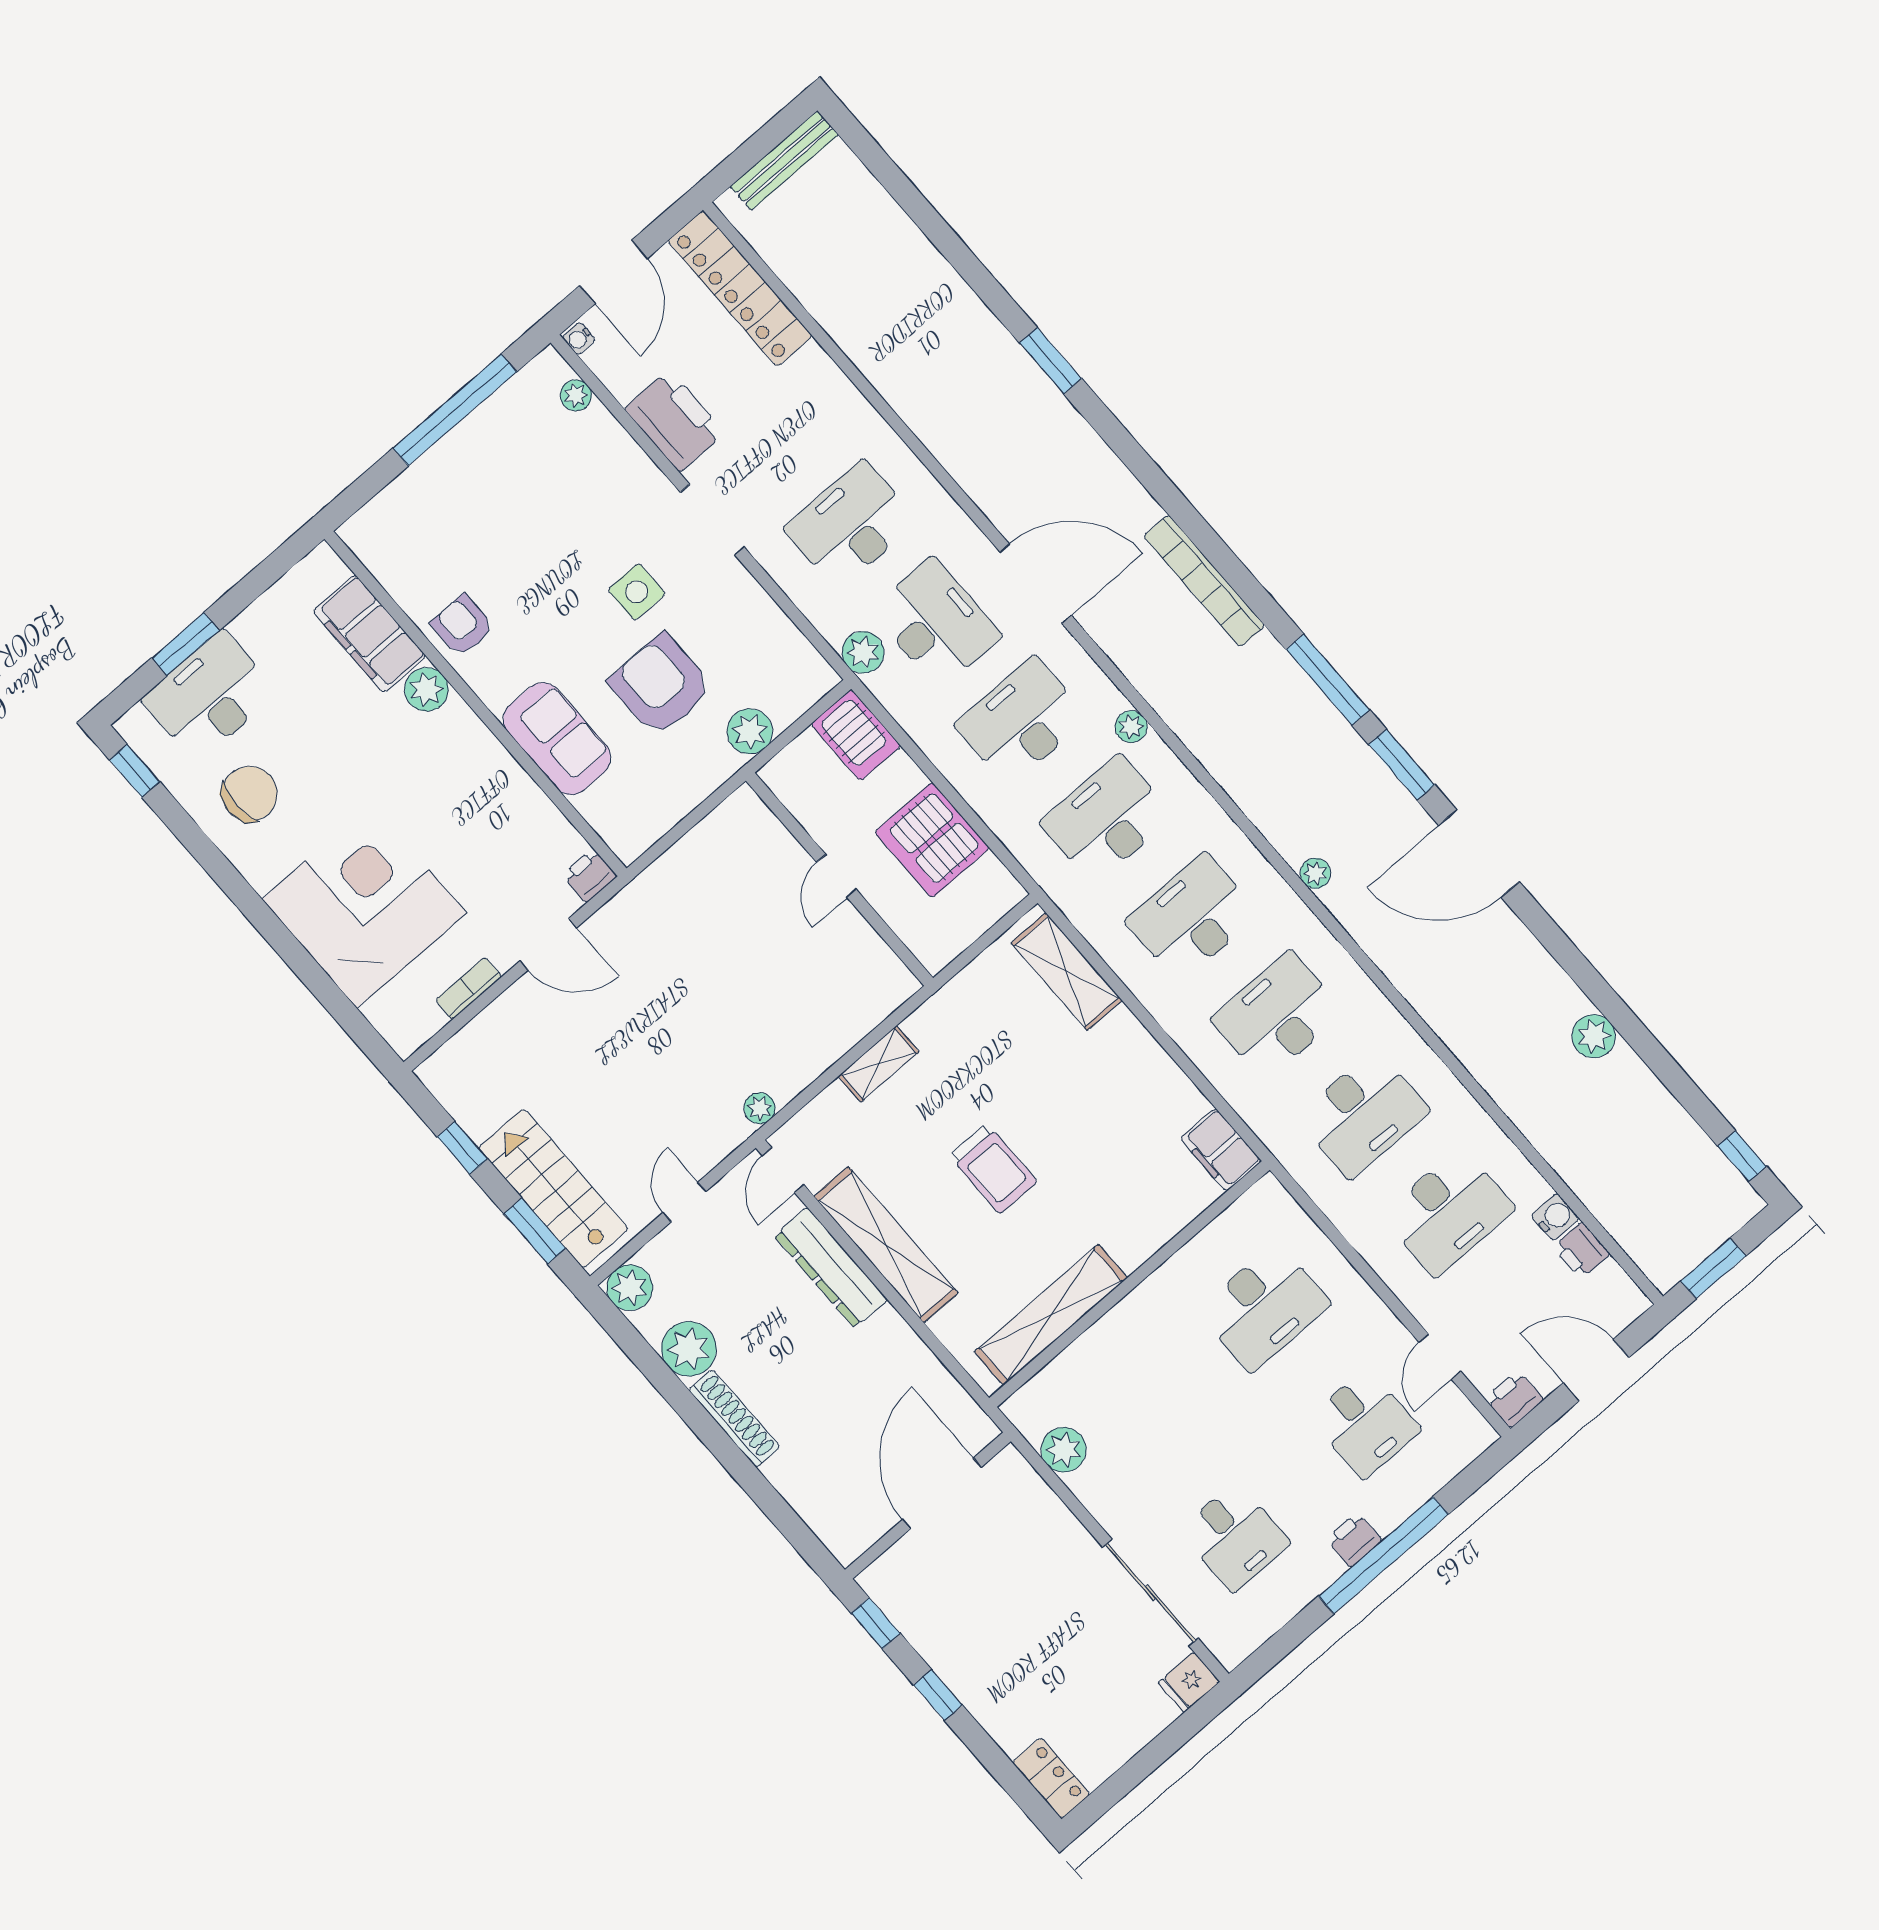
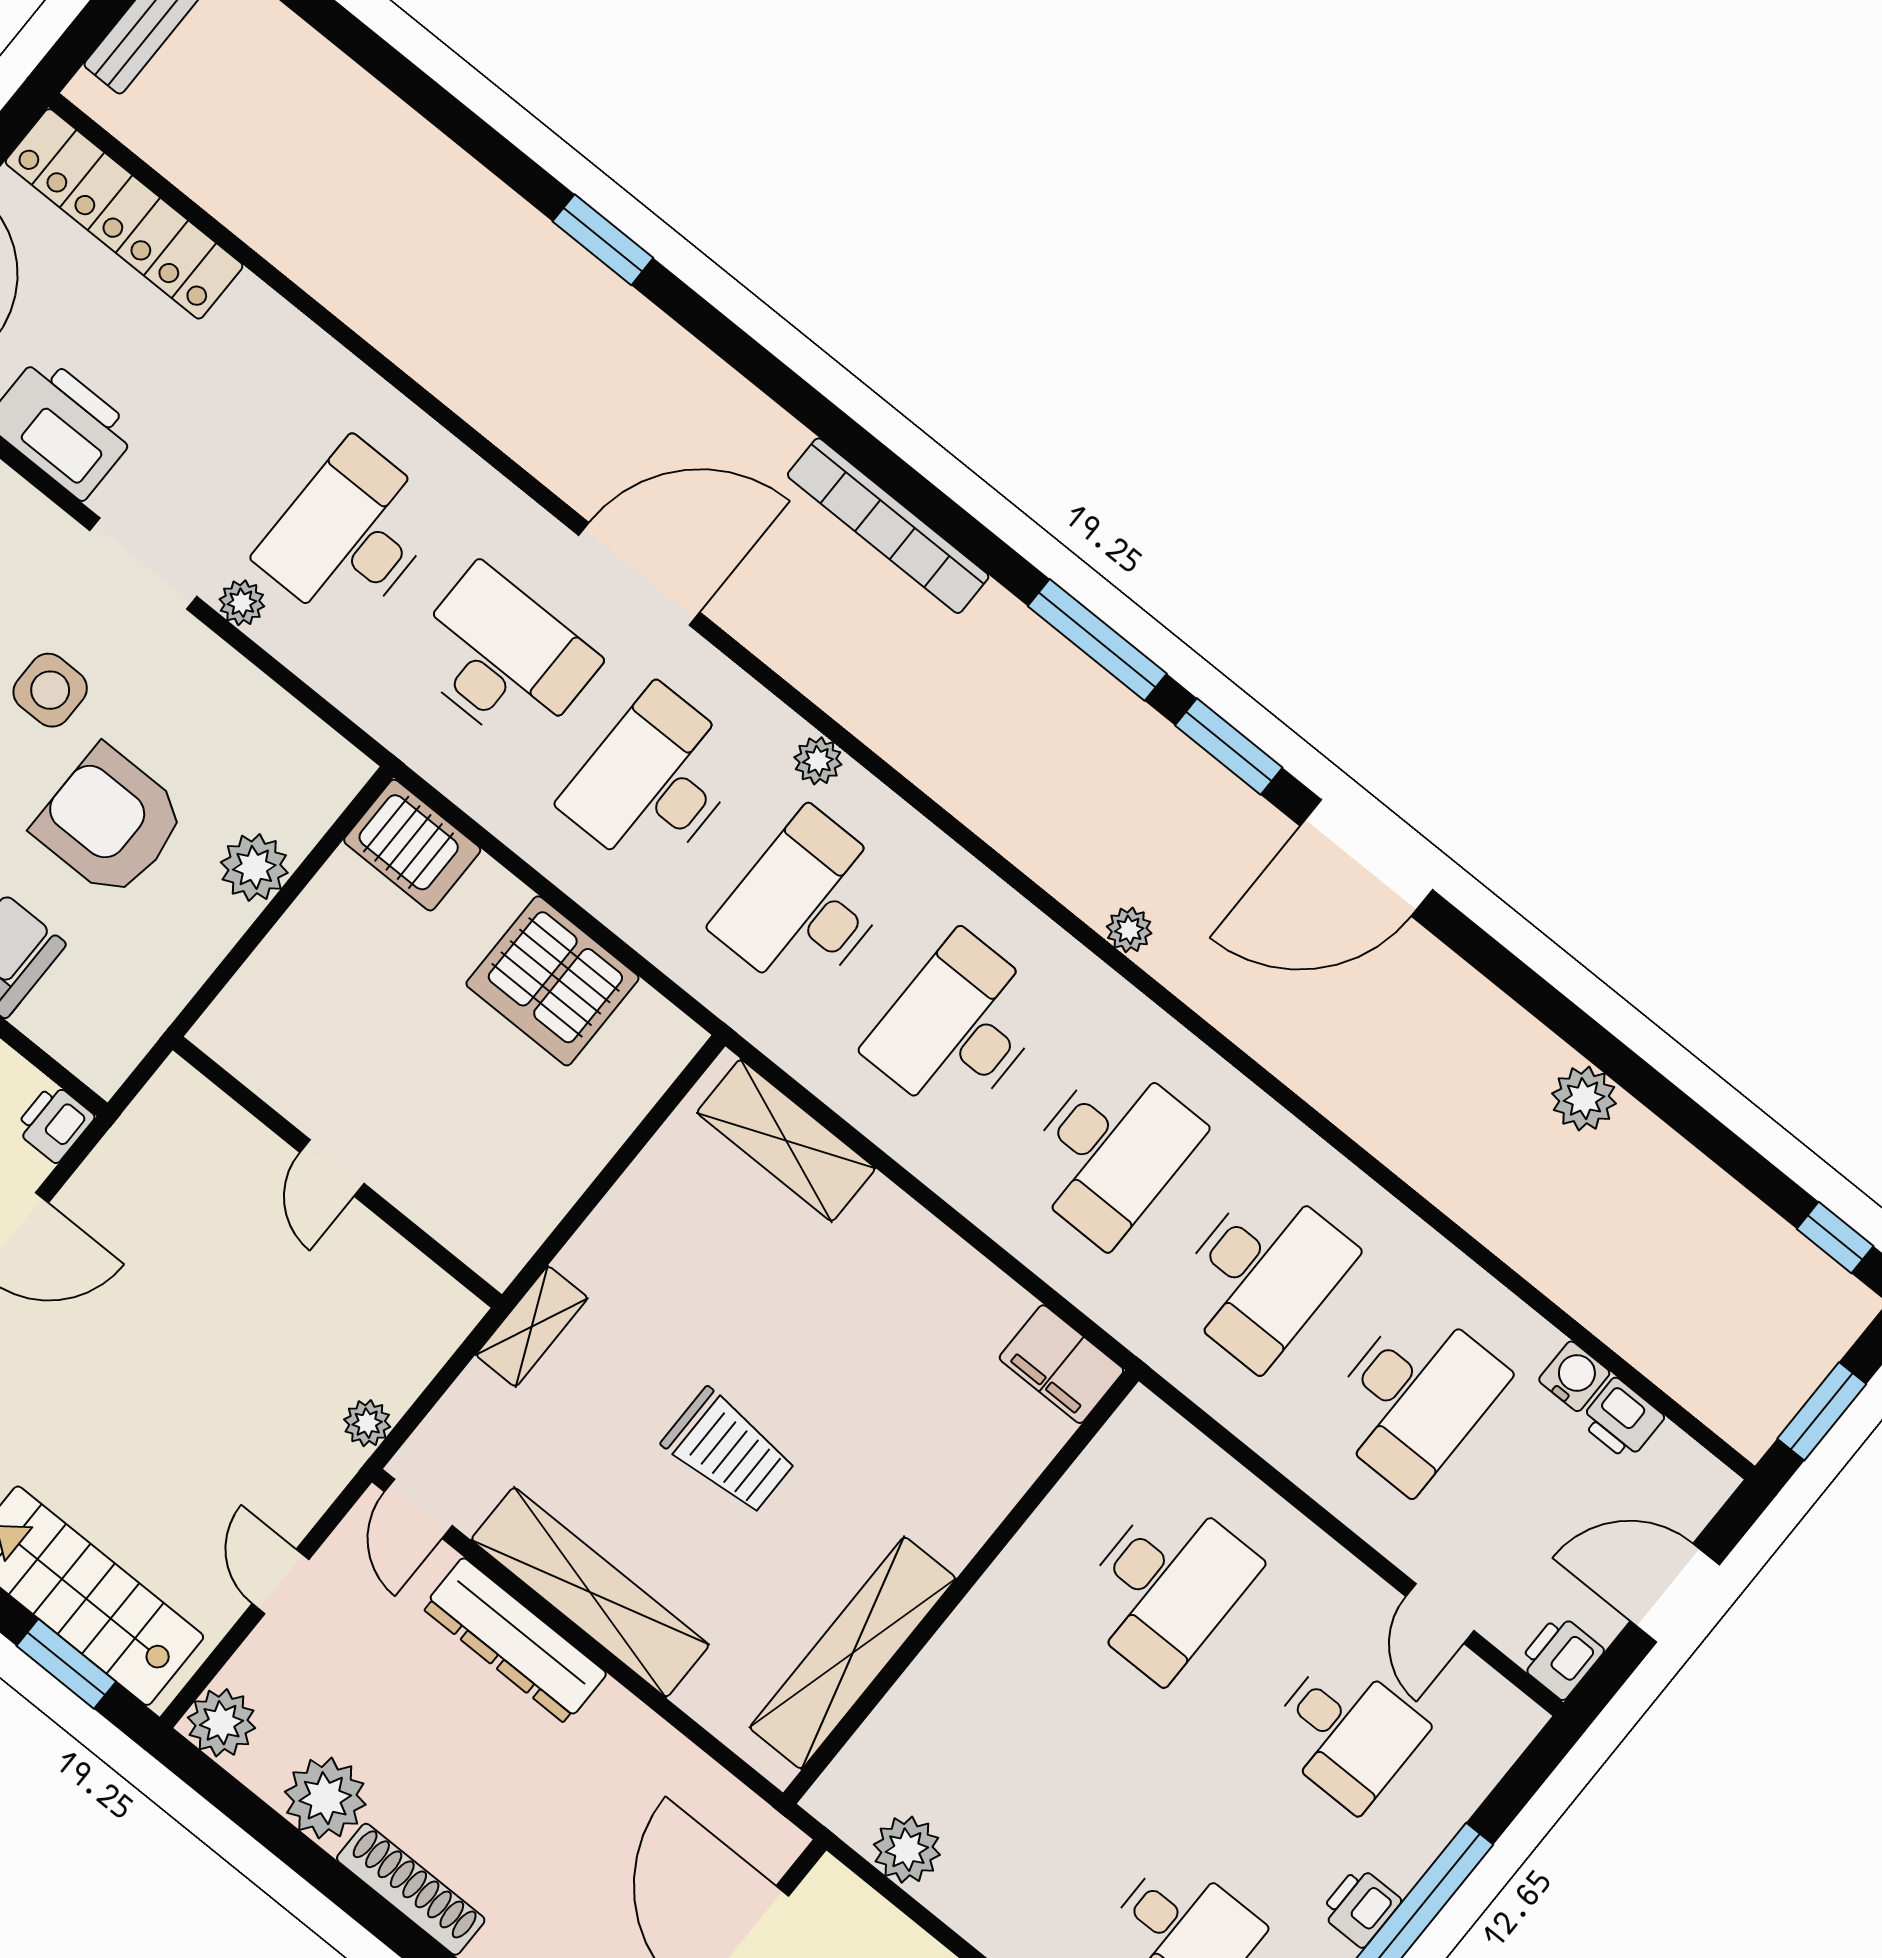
plant: (863, 652) -> (242, 603), moved, width x0.73, depth x0.73
door: (836, 876) -> (332, 1168), moved
wall: (839, 879) -> (337, 1172), moved
desk: (1277, 1016) -> (1110, 1151), turned 180

